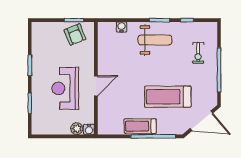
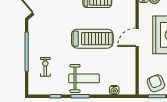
weight bench: (155, 40) -> (84, 78), turned 180
treadmill: (168, 97) -> (92, 39), moved

